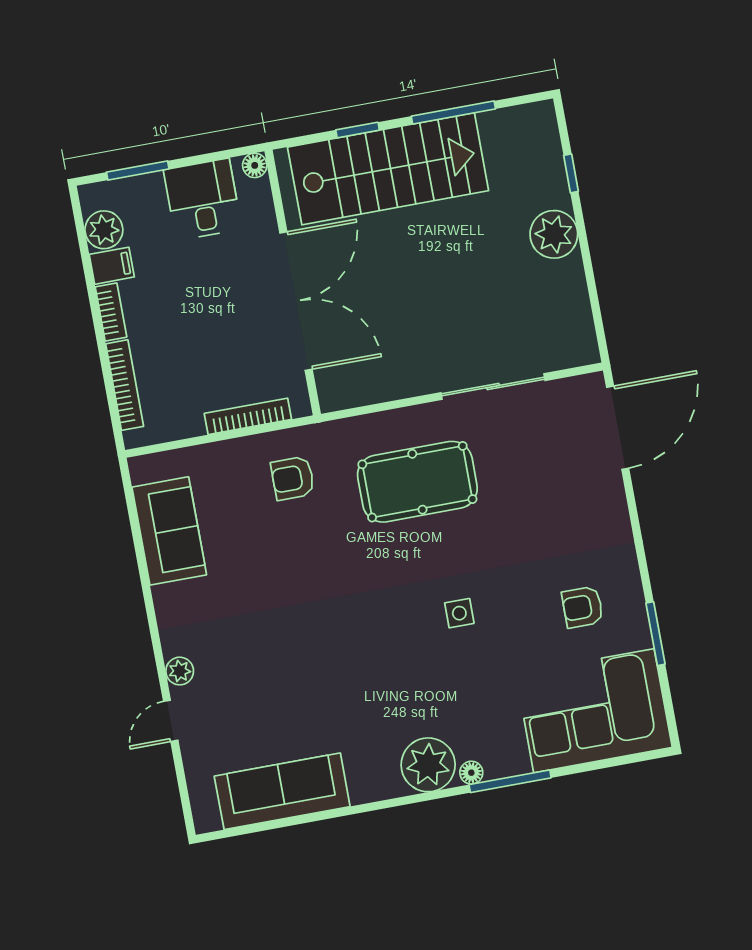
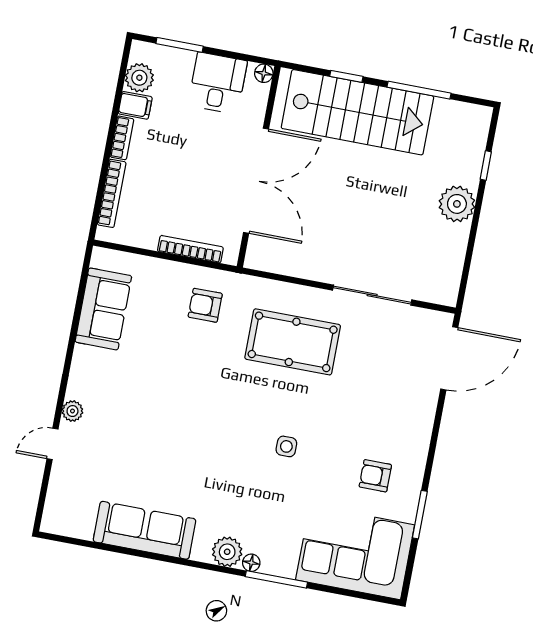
plant: (428, 765) -> (227, 552), width x0.73, depth x0.73
sofa: (282, 791) -> (145, 530), moved

